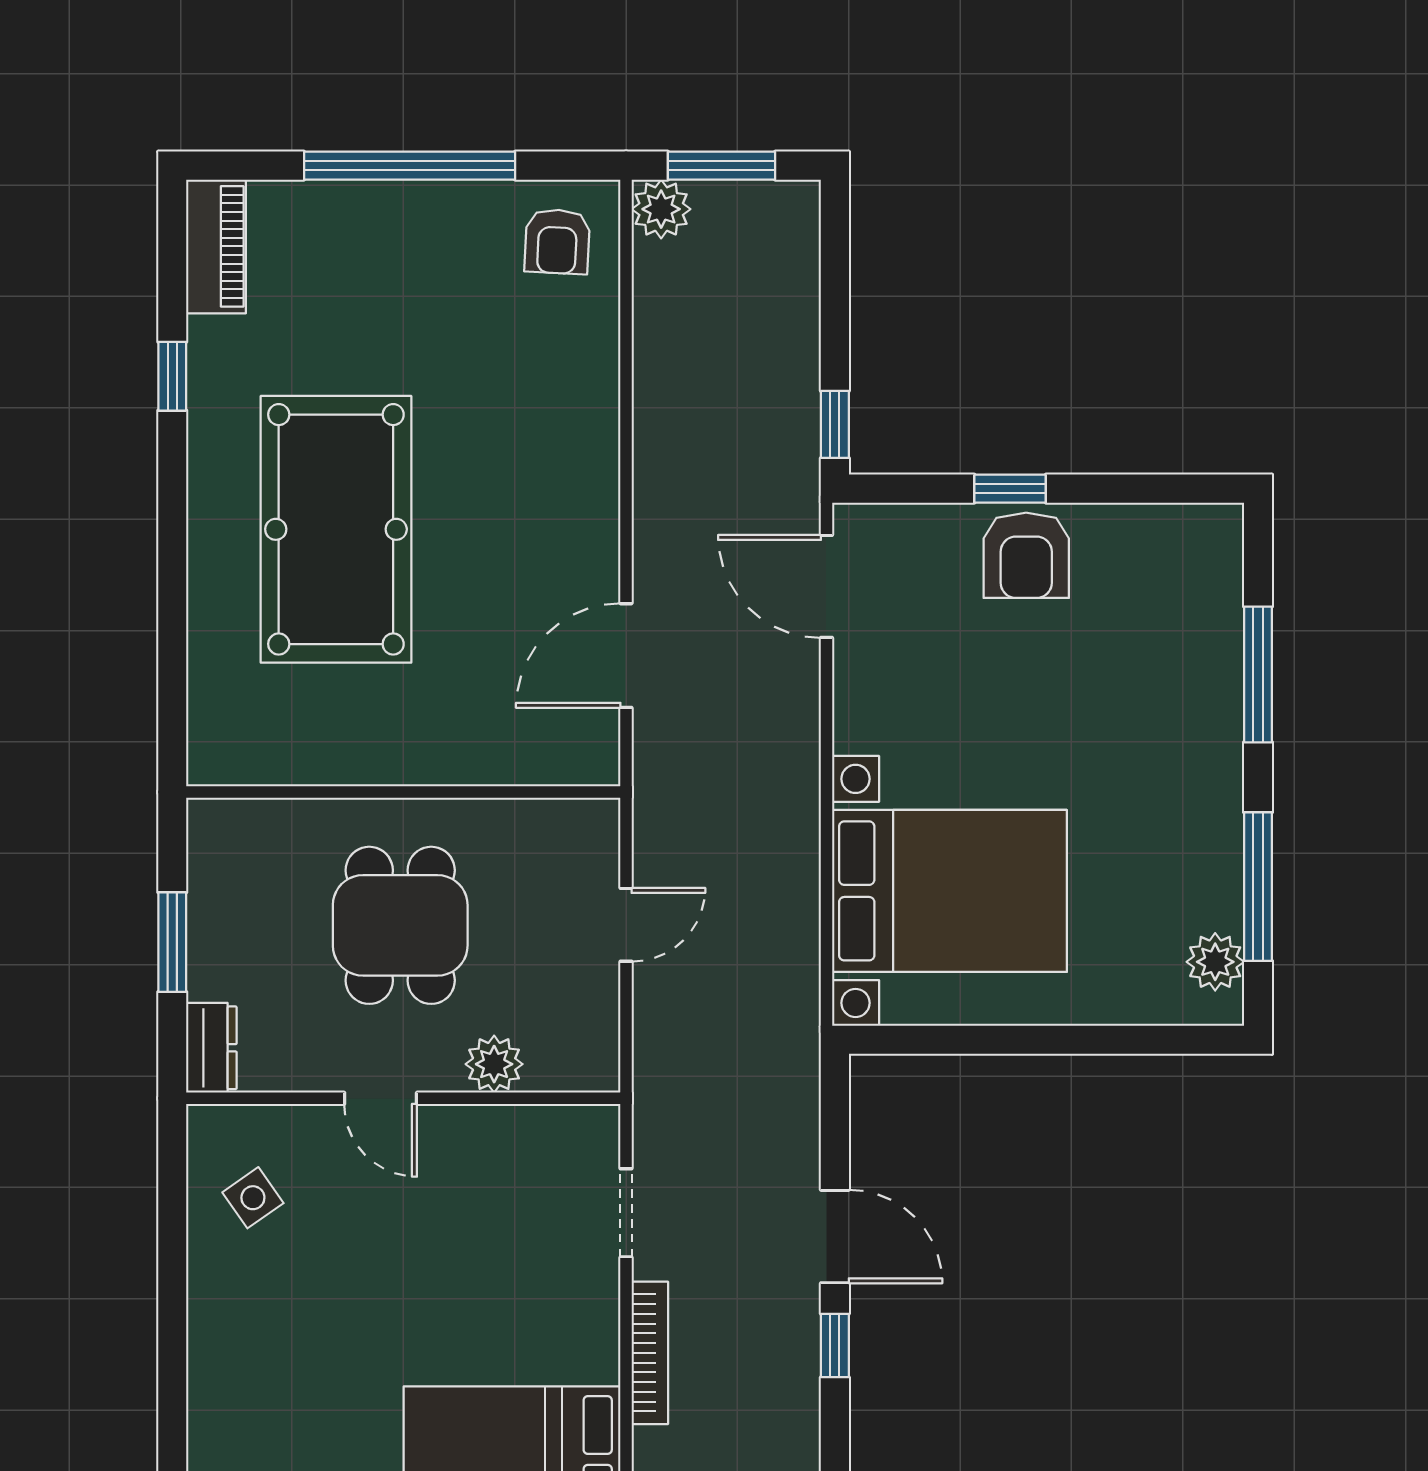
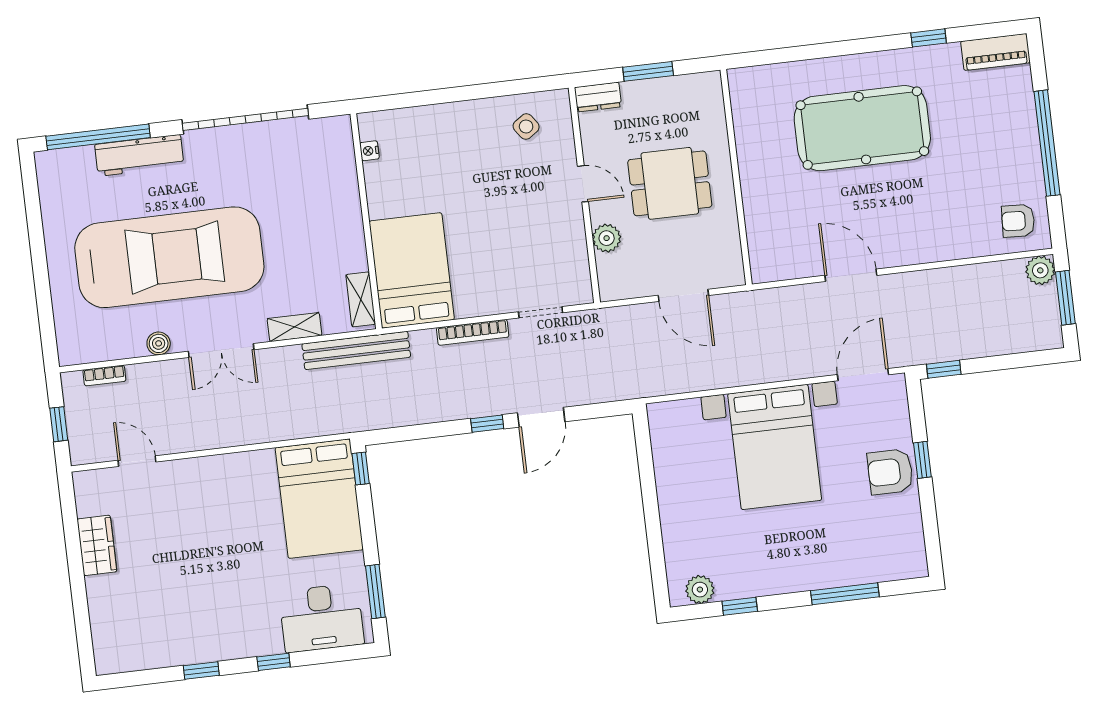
door: (626, 656) -> (851, 275), moved
window: (1258, 887) -> (740, 606), width x0.46
bed with nightstands: (949, 891) -> (775, 447), moved
door: (626, 925) -> (683, 295), width x1.37
door: (381, 1098) -> (583, 184), swing flipped

